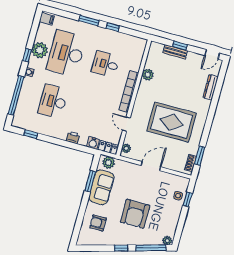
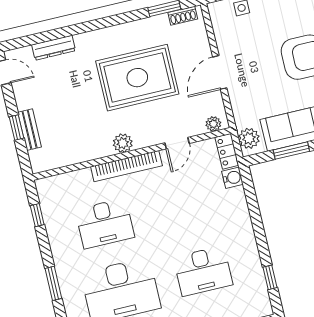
window: (113, 27) -> (37, 215), moved
desk: (105, 64) -> (105, 223), width x1.37
plant: (148, 75) -> (123, 143), moved
rug: (172, 122) -> (137, 78), turned 90
printer: (73, 138) -> (241, 212), removed
door: (151, 166) -> (220, 72), hinge flipped

